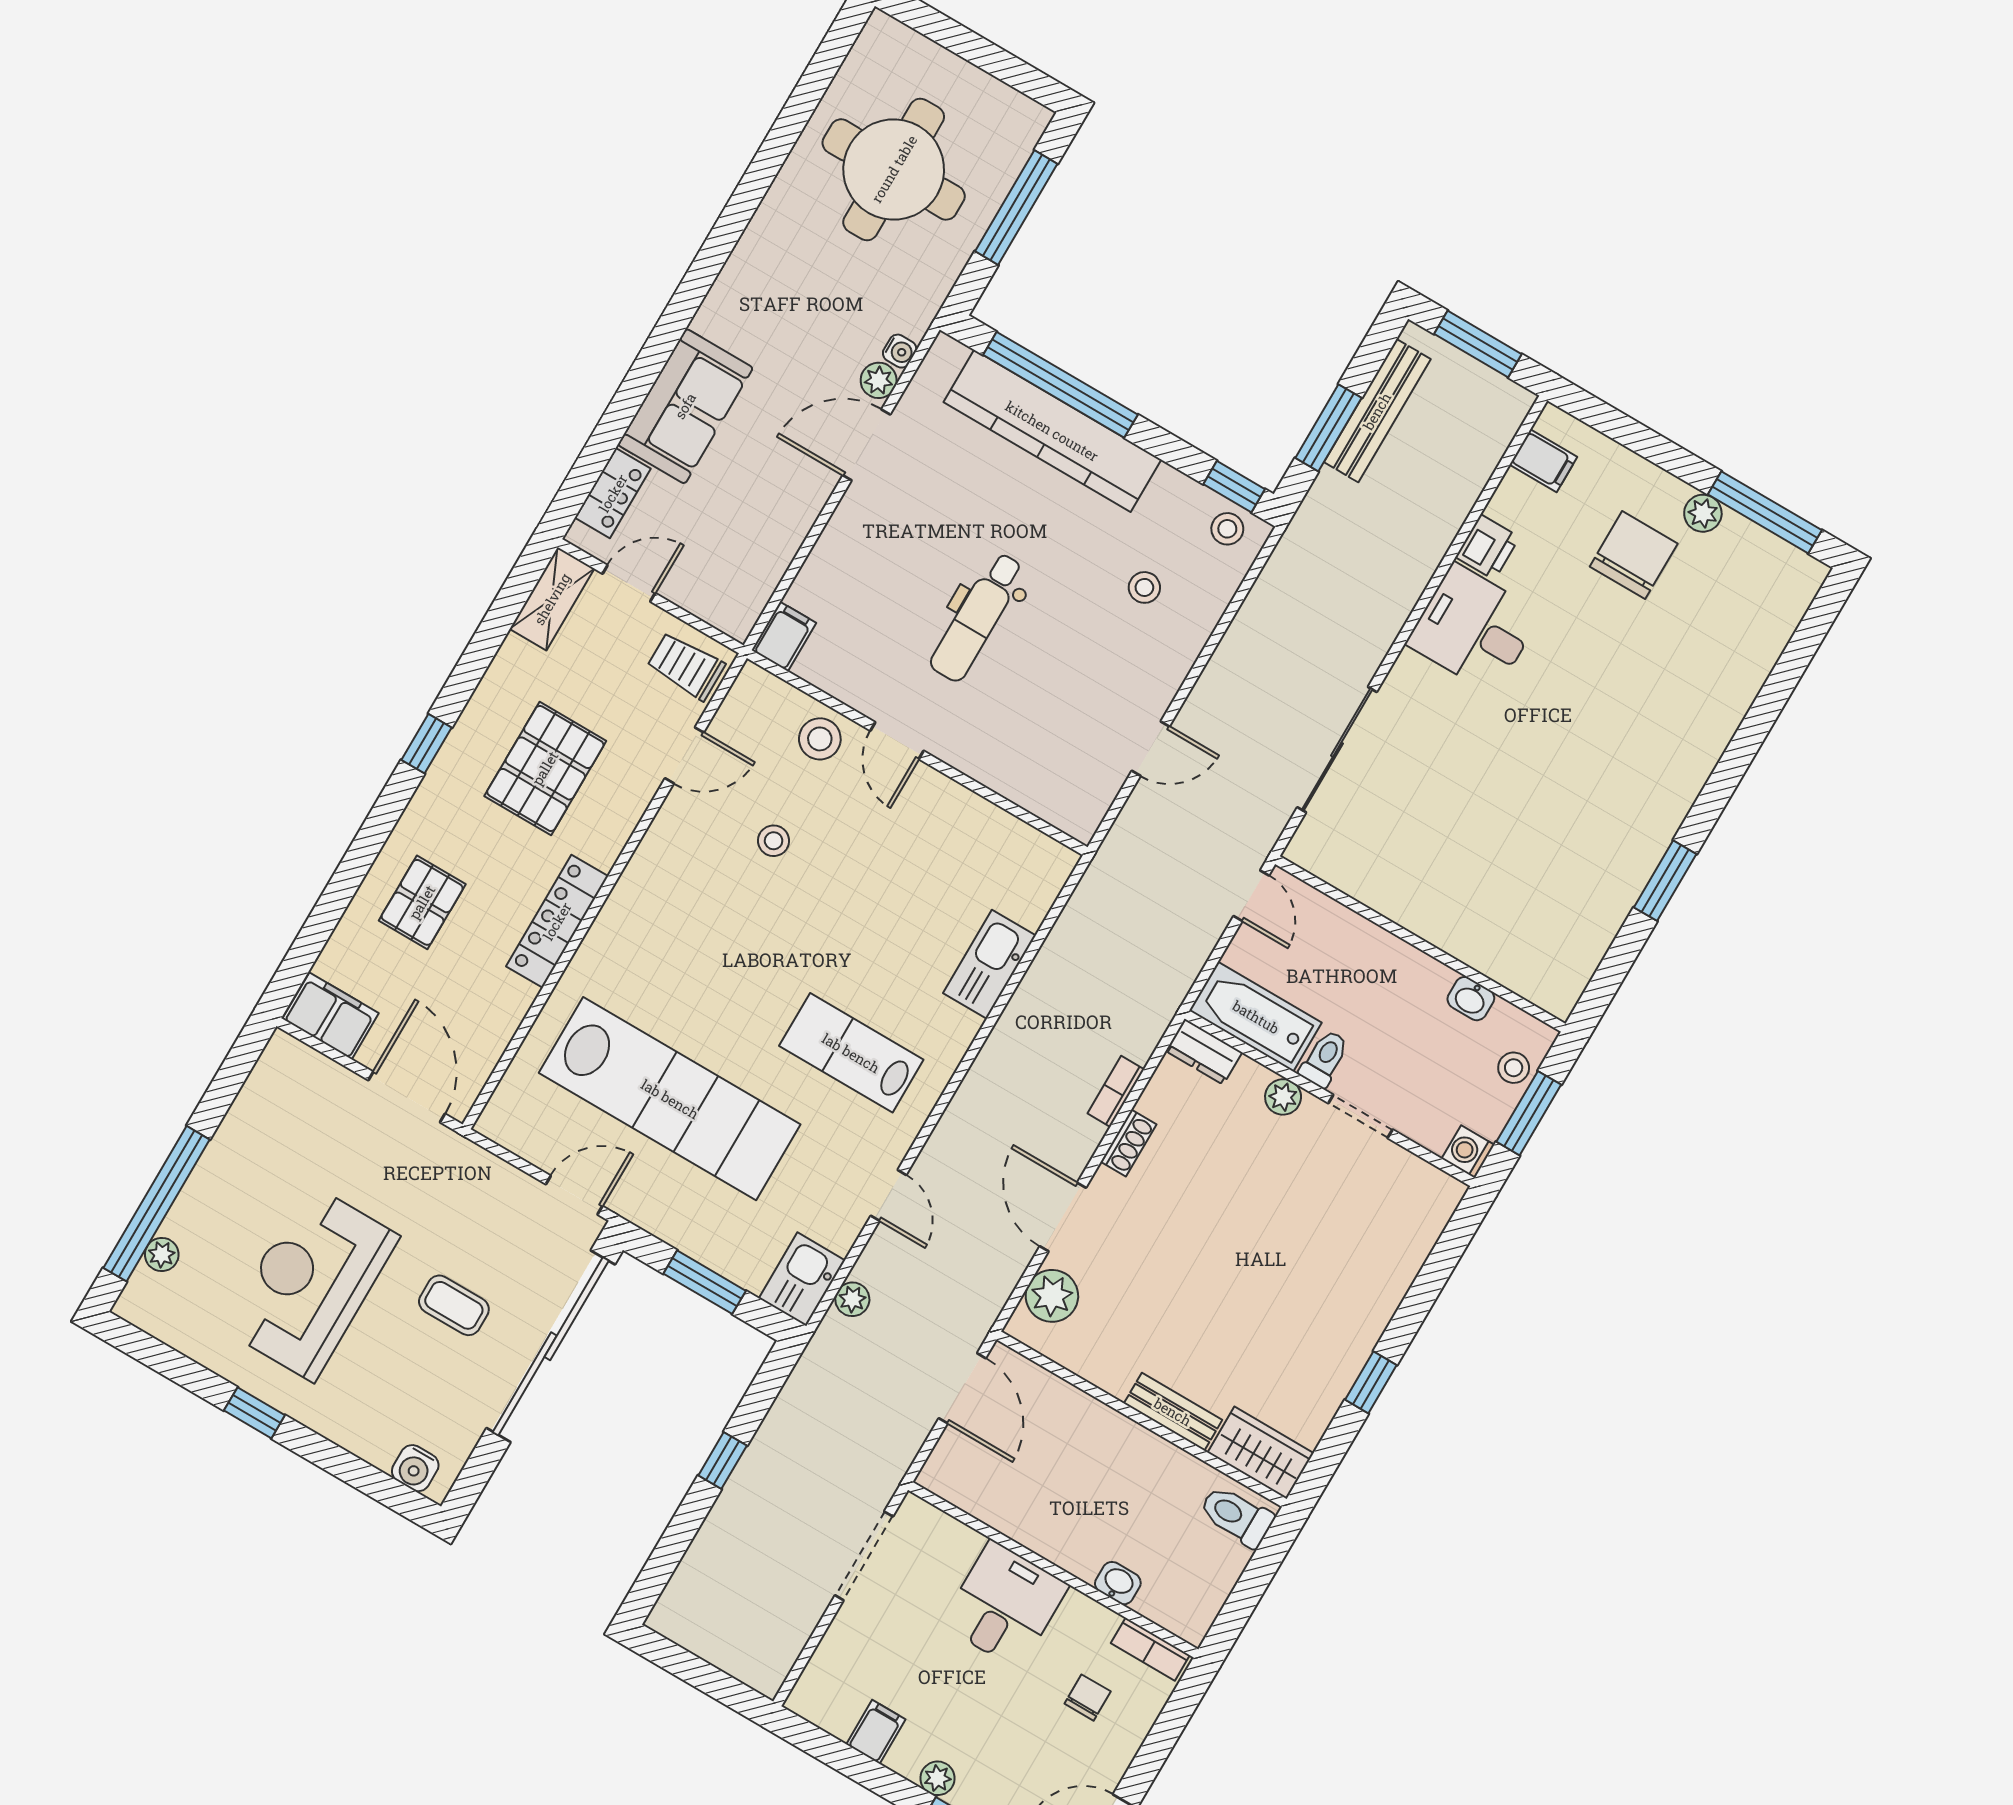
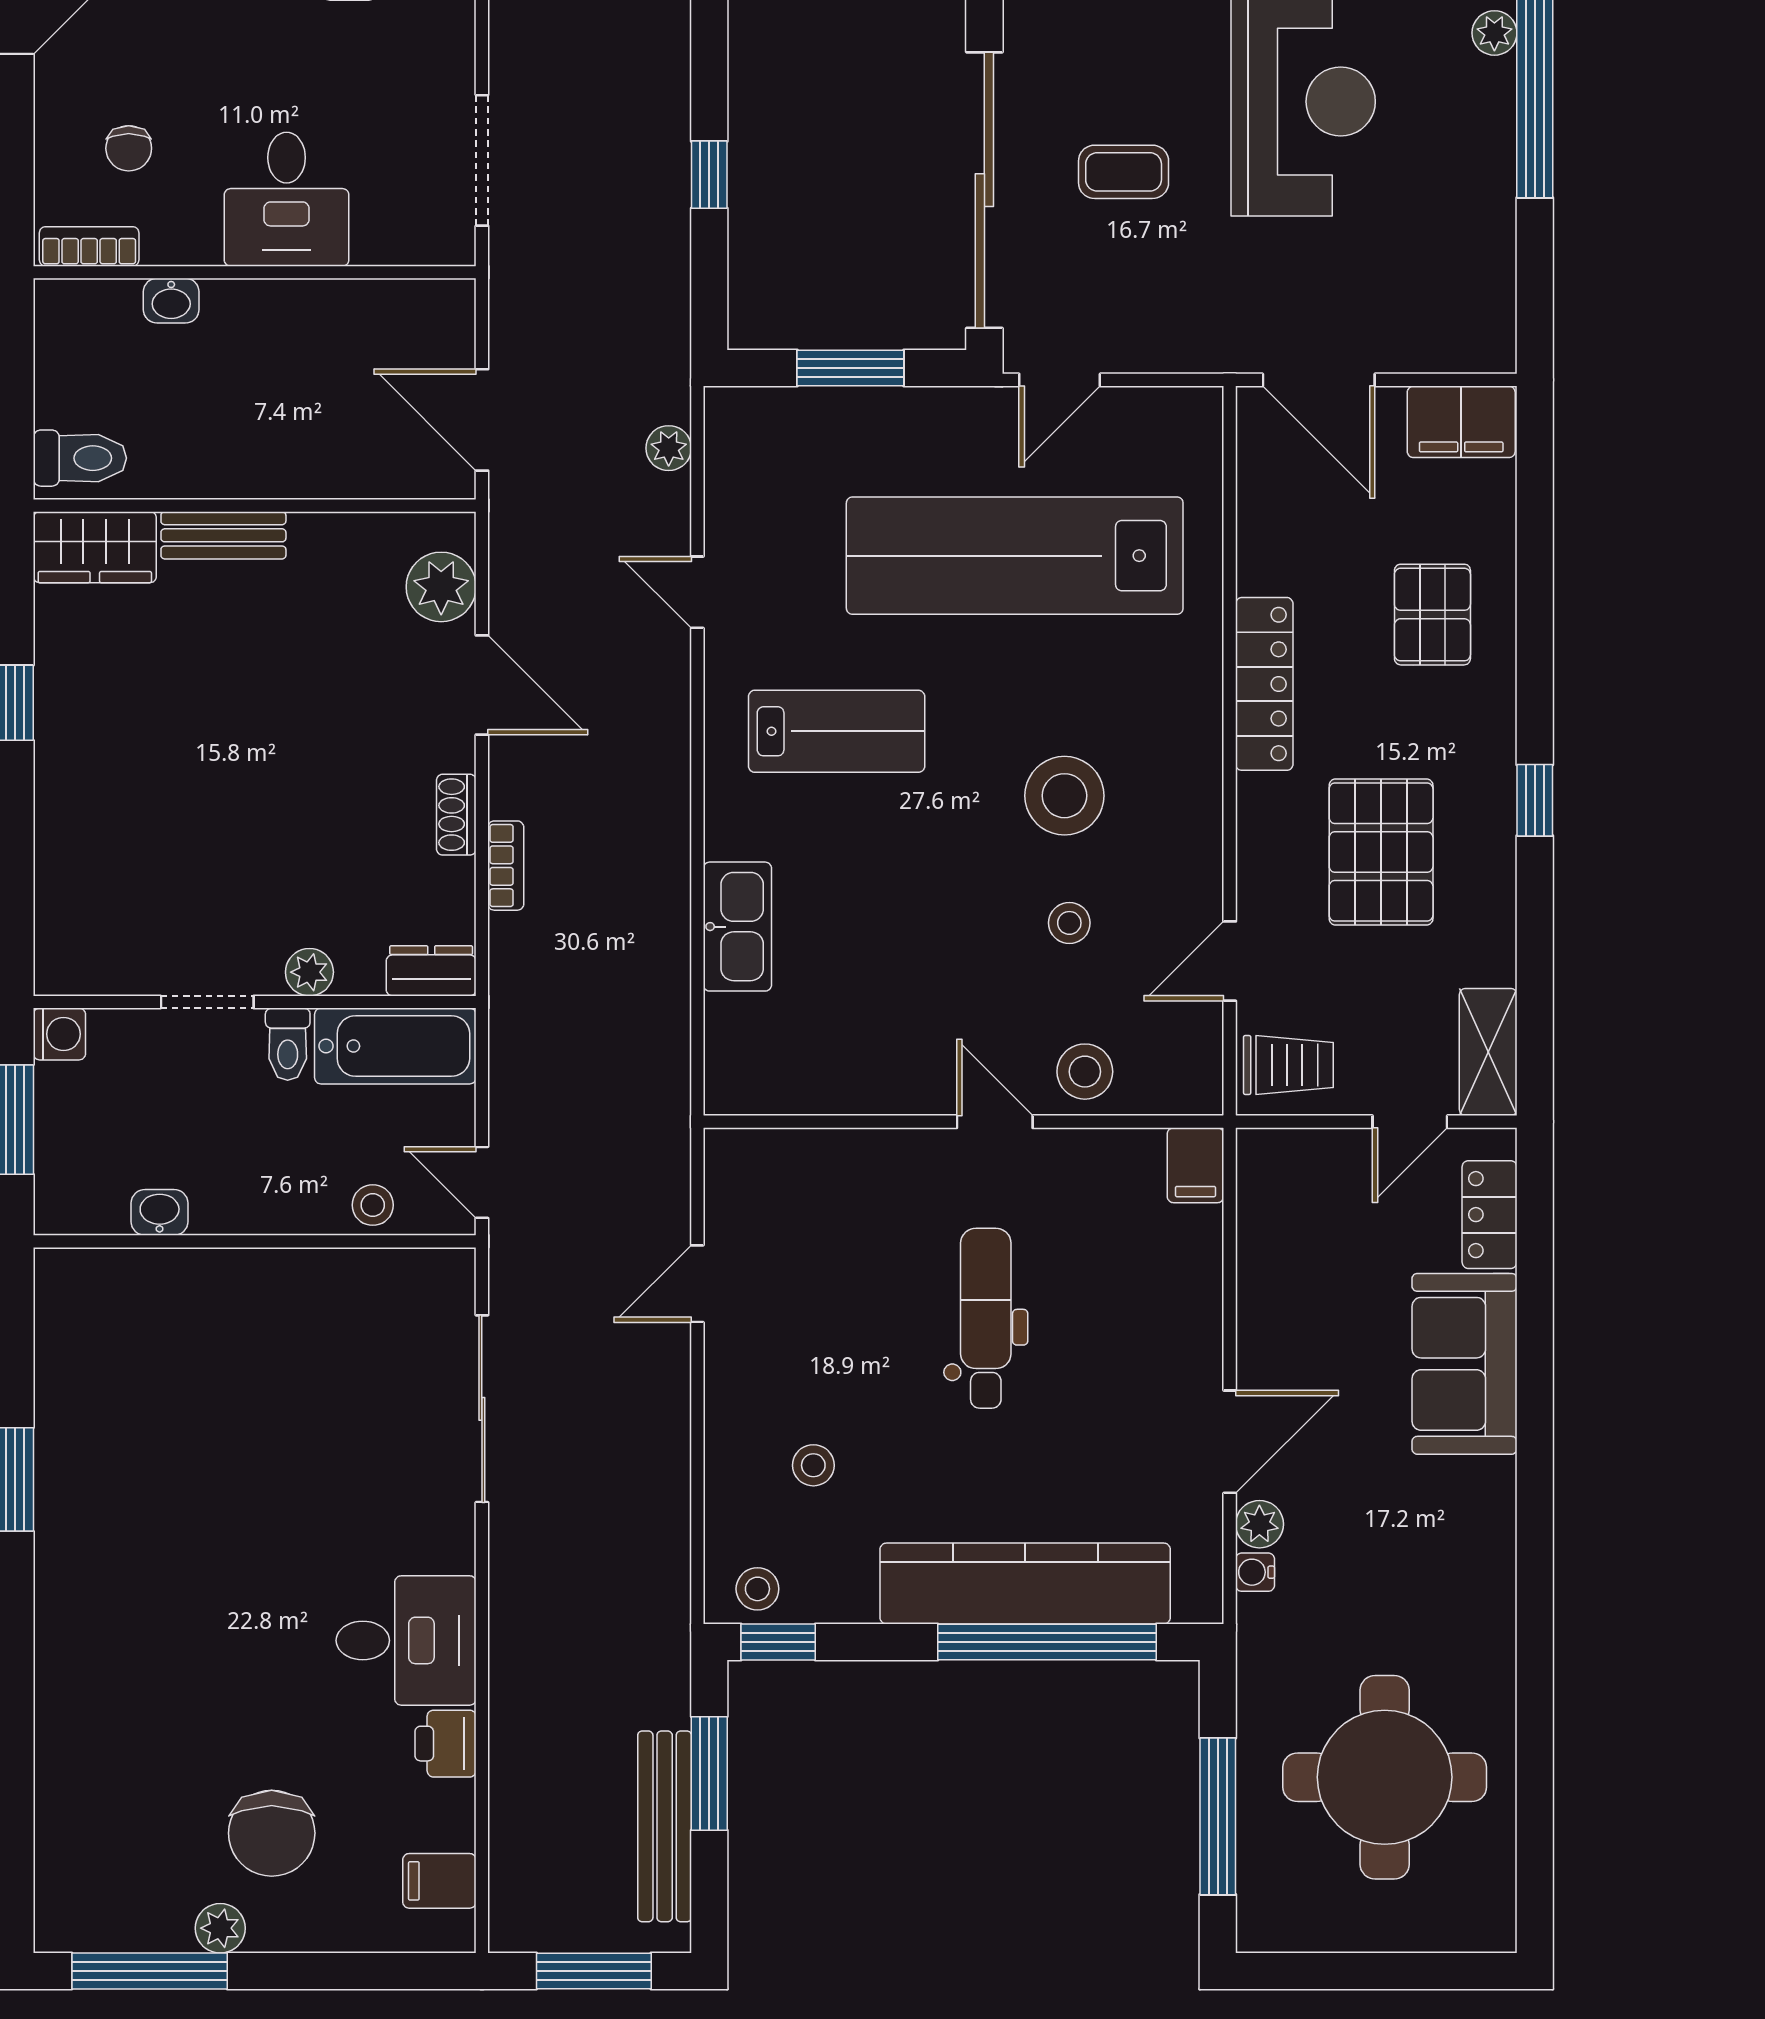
stool: (728, 925) -> (1064, 796), added
stool: (1514, 1068) -> (373, 1205), moved
kitchen sink: (802, 1279) -> (740, 437), removed

